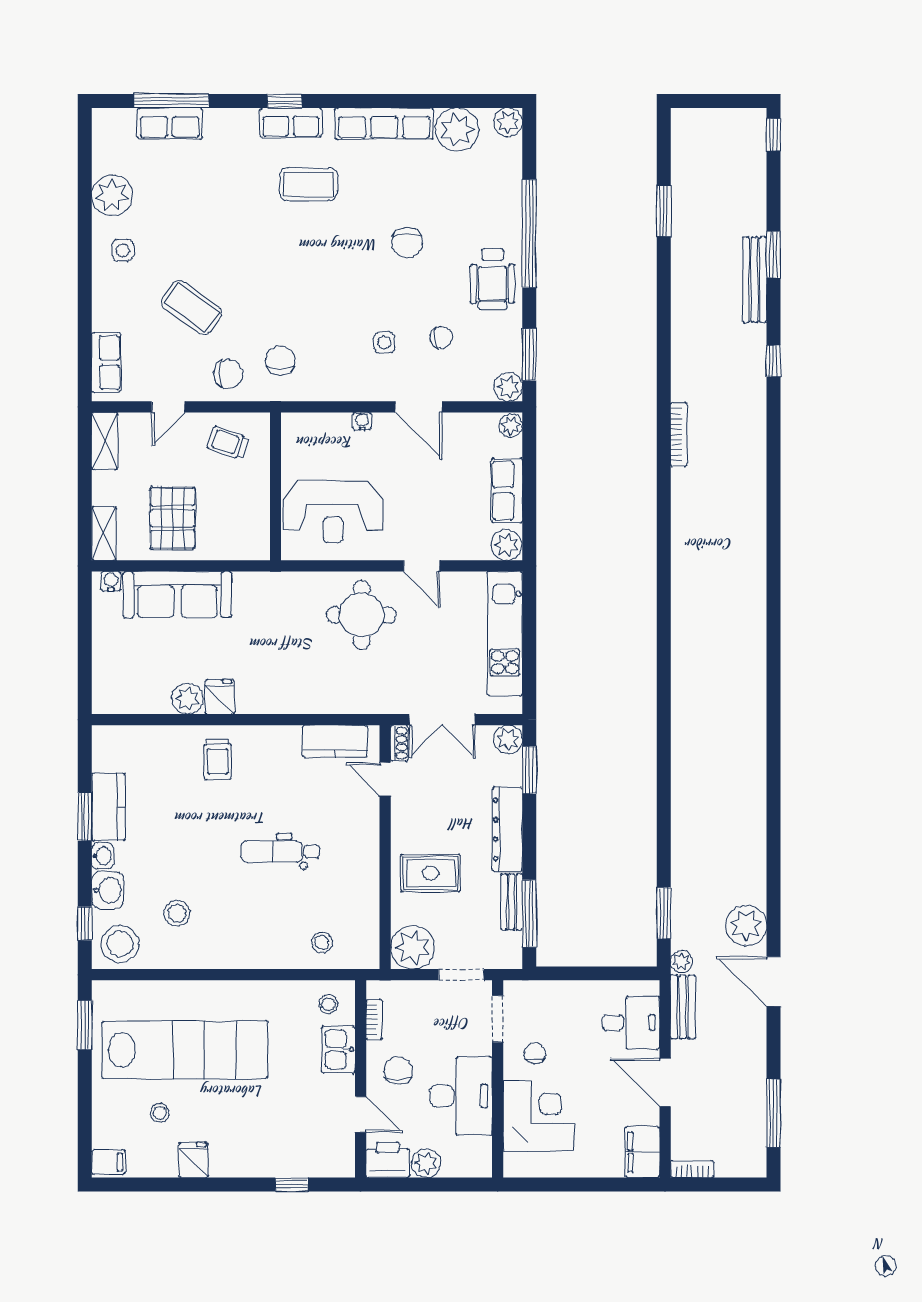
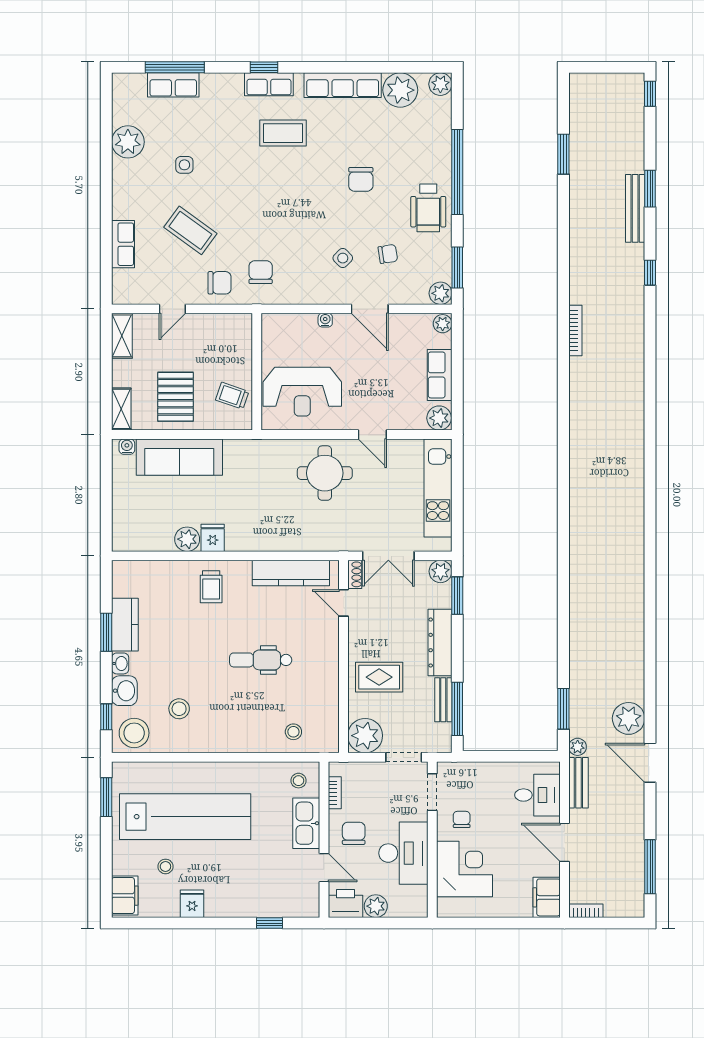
side table: (123, 250) -> (184, 165), moved
side table: (384, 343) -> (343, 258), turned 45
row of seats: (106, 363) -> (123, 244), moved
trolley: (228, 443) -> (232, 396), moved
kitchen counter: (335, 741) -> (291, 573), width x1.50
kitchen sink: (338, 1049) -> (306, 823), width x1.38
filing cabinet: (108, 1162) -> (125, 896), width x2.00

